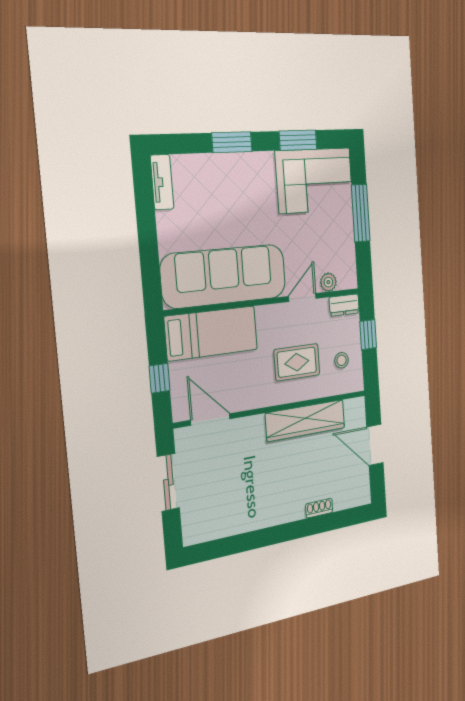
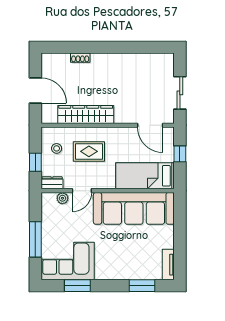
window: (232, 142) -> (142, 286), moved

